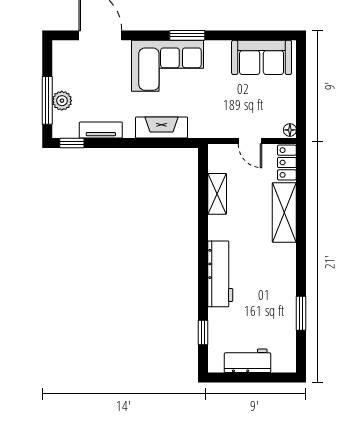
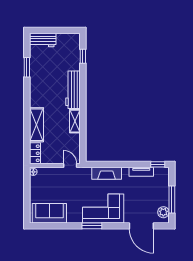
window: (47, 100) -> (172, 200), moved
plant: (62, 101) -> (163, 212), moved
door: (250, 141) -> (70, 165), moved
shelving: (217, 194) -> (75, 121), moved
workbench: (247, 361) -> (43, 40), moved

